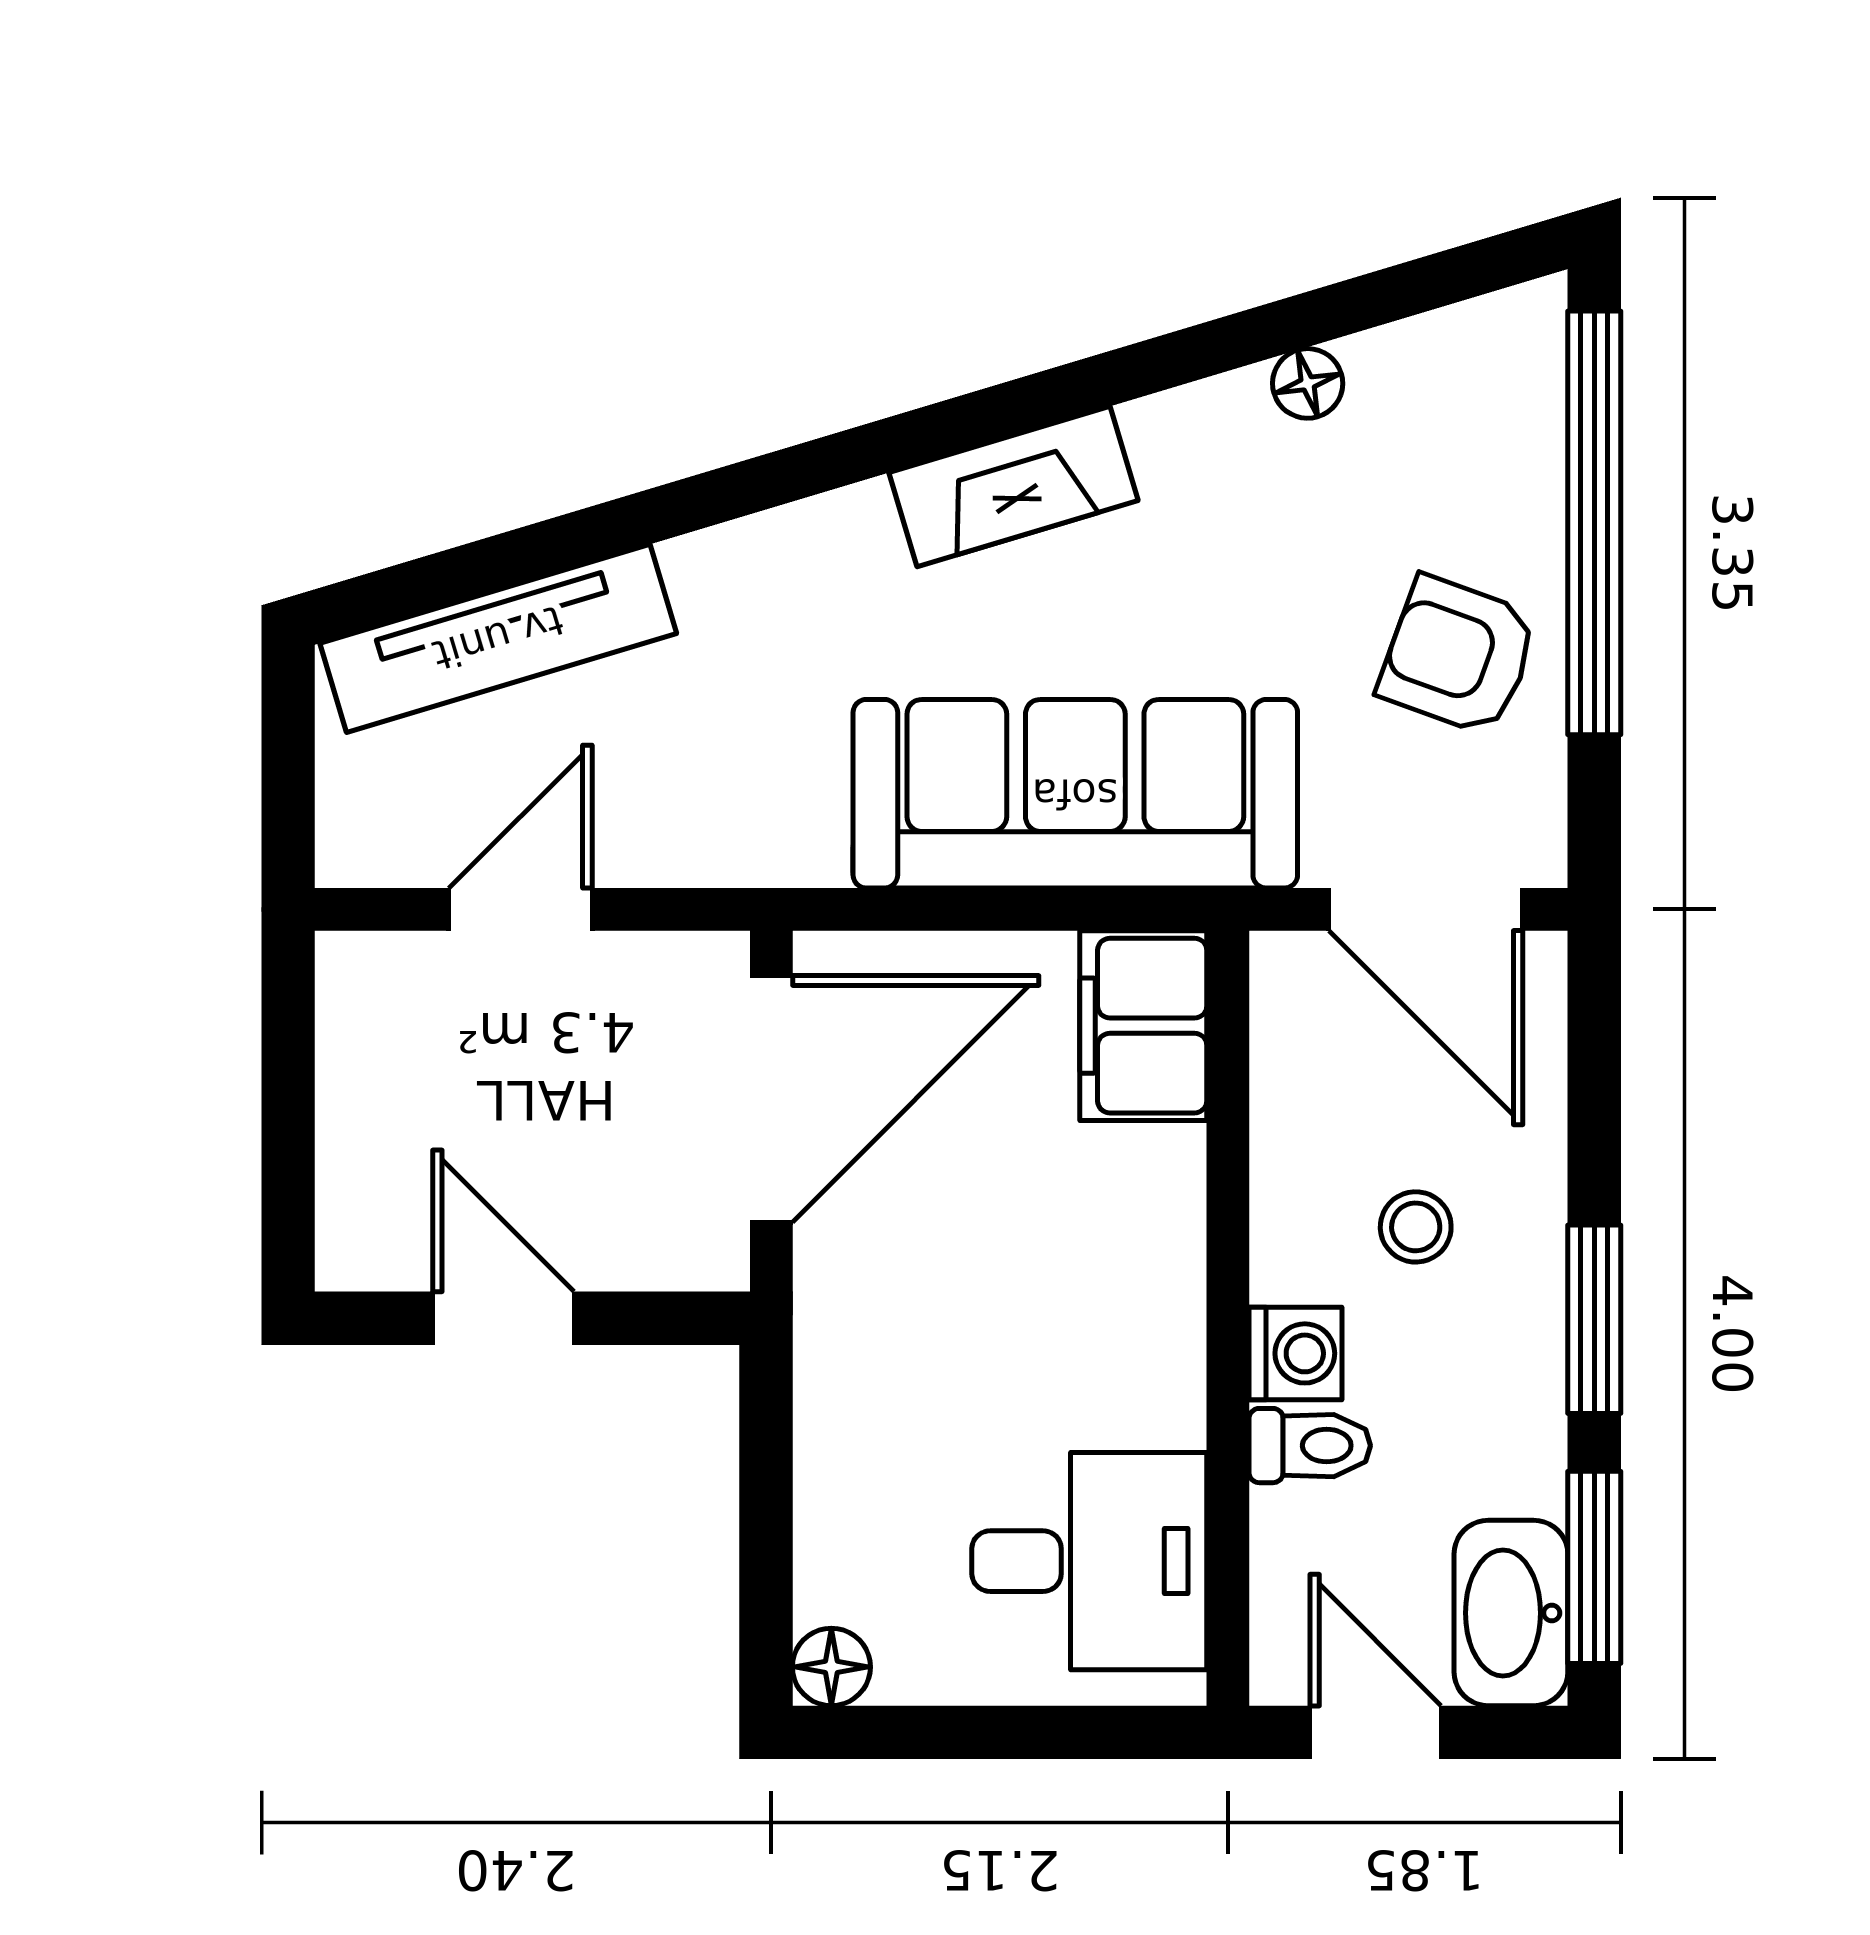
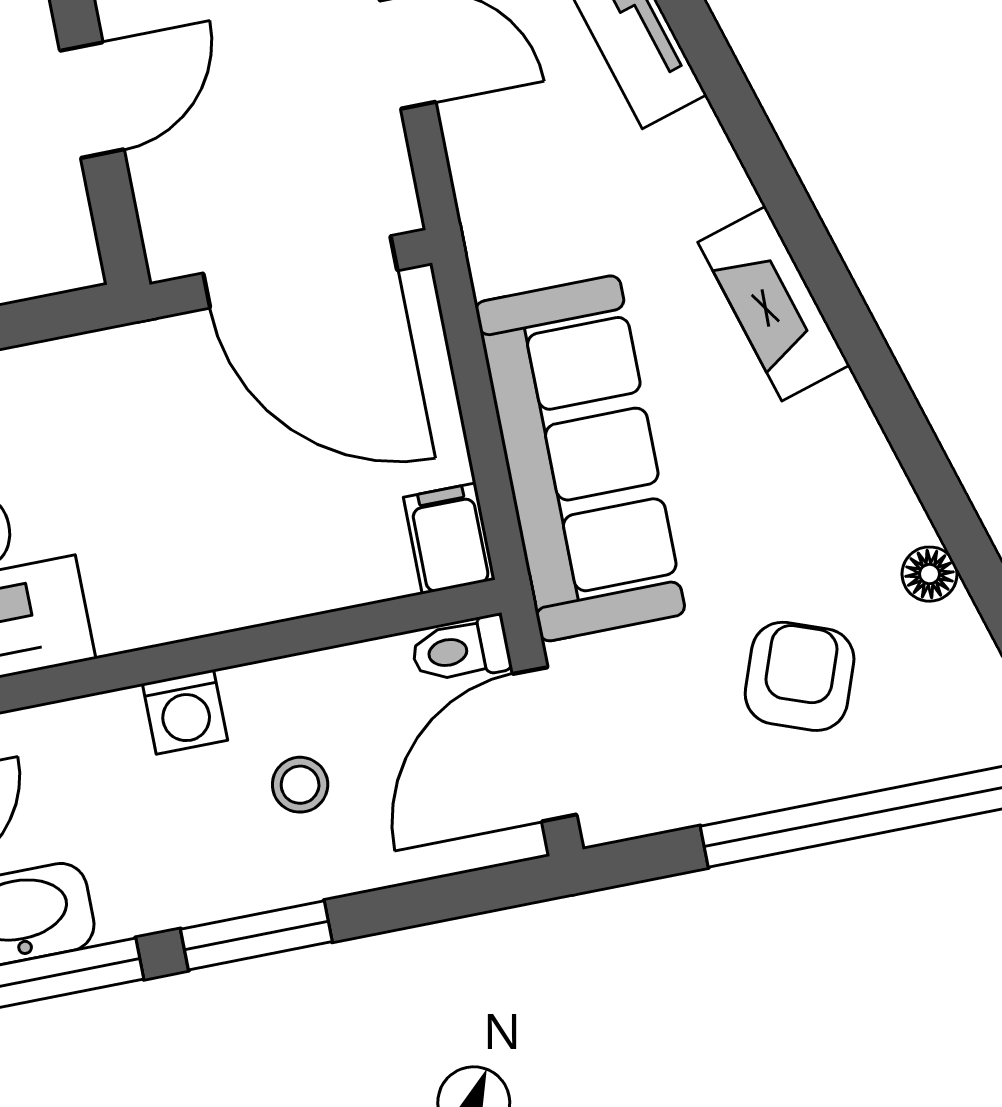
fireplace: (1014, 487) -> (774, 304), moved
armchair: (1458, 656) -> (800, 676), moved
filing cabinet: (1143, 1026) -> (449, 538), width x0.50
toilet: (1310, 1446) -> (461, 650), moved, turned 90

